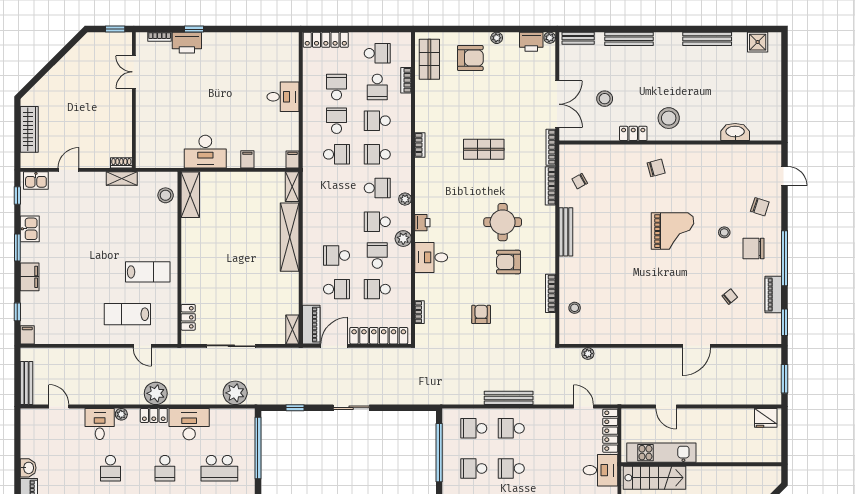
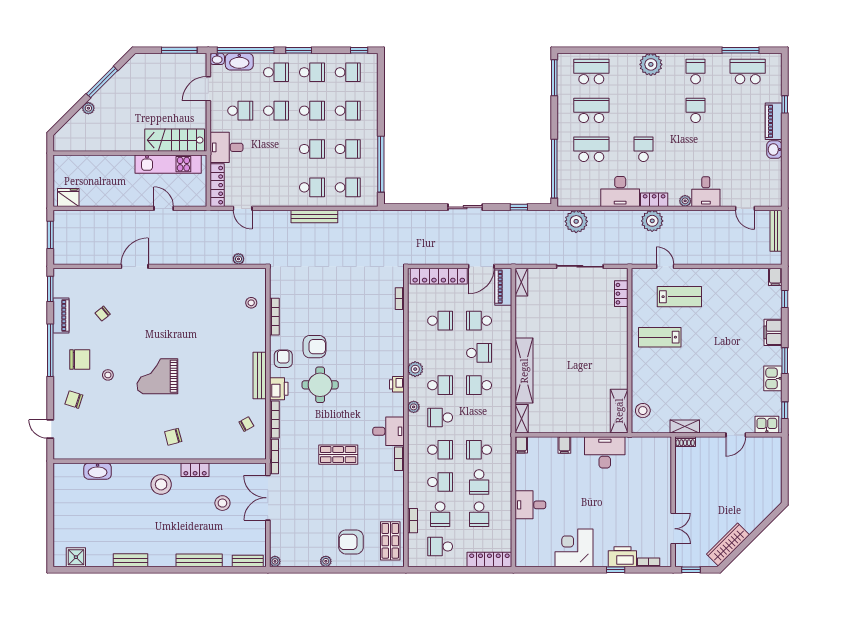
bench: (707, 39) -> (131, 560), width x0.73
printer: (531, 42) -> (279, 389), moved, turned 90
corner desk: (237, 52) -> (574, 548), added
school desk: (377, 87) -> (440, 514), turned 180
wardrobe: (29, 129) -> (728, 544), moved, turned 45
school desk: (377, 255) -> (479, 385), moved, turned 90
desk: (431, 257) -> (388, 431), moved
armchair: (481, 314) -> (283, 359), moved, turned 180
school desk: (110, 468) -> (696, 149), removed

